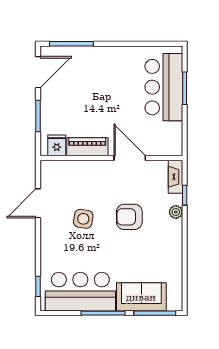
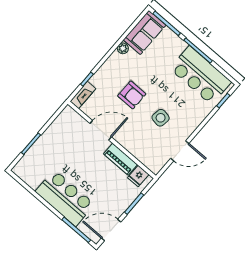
bar counter: (164, 87) -> (65, 198), moved, turned -90
door: (130, 158) -> (101, 130), swing flipped
plant: (176, 212) -> (123, 48), moved
sofa: (141, 297) -> (145, 32), moved, turned -90

